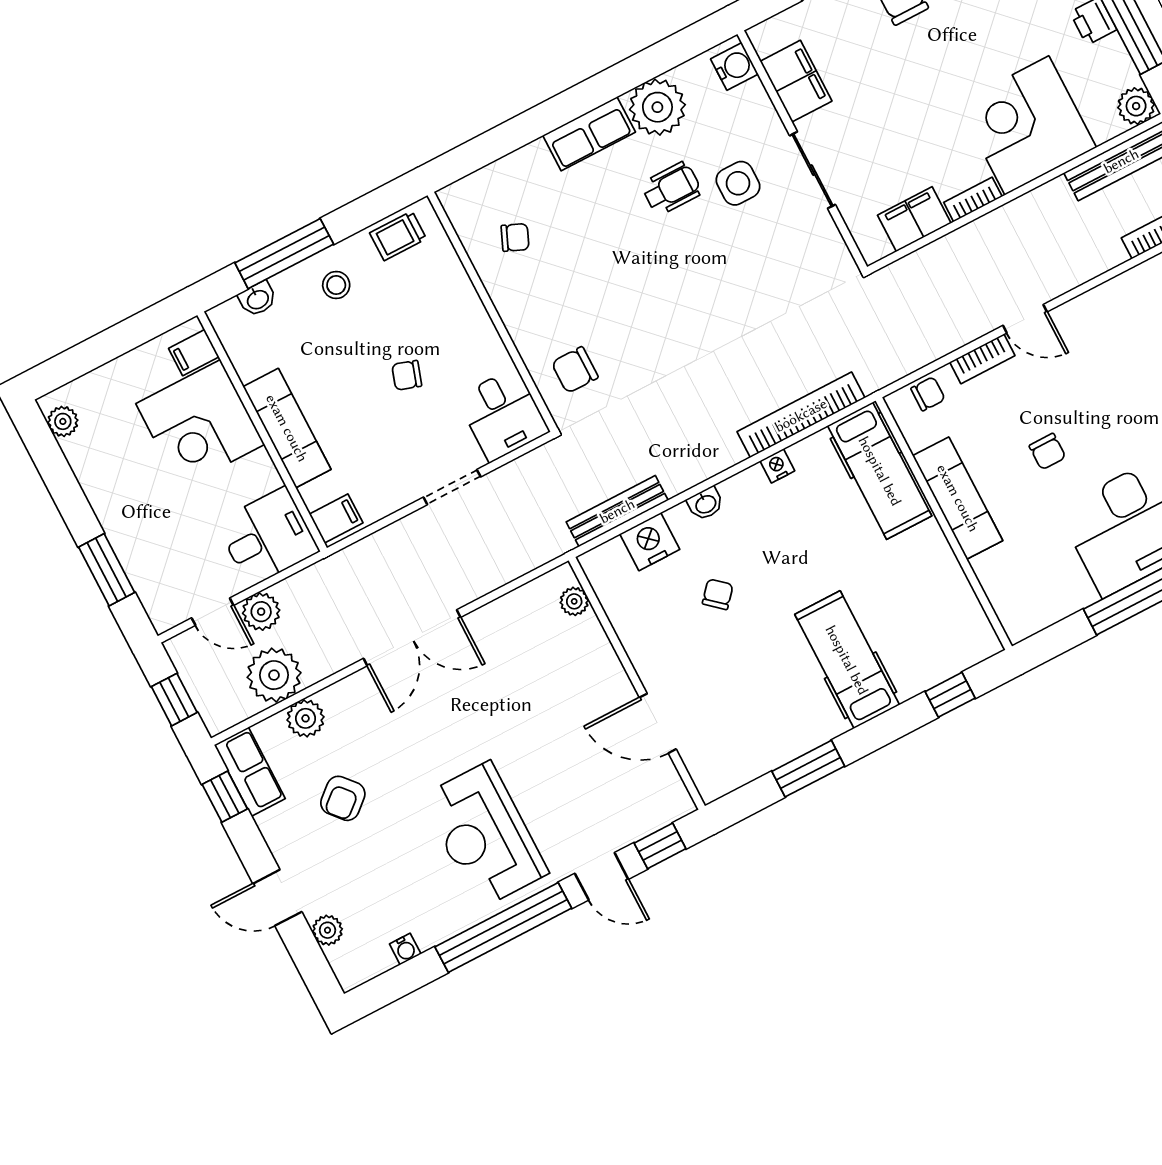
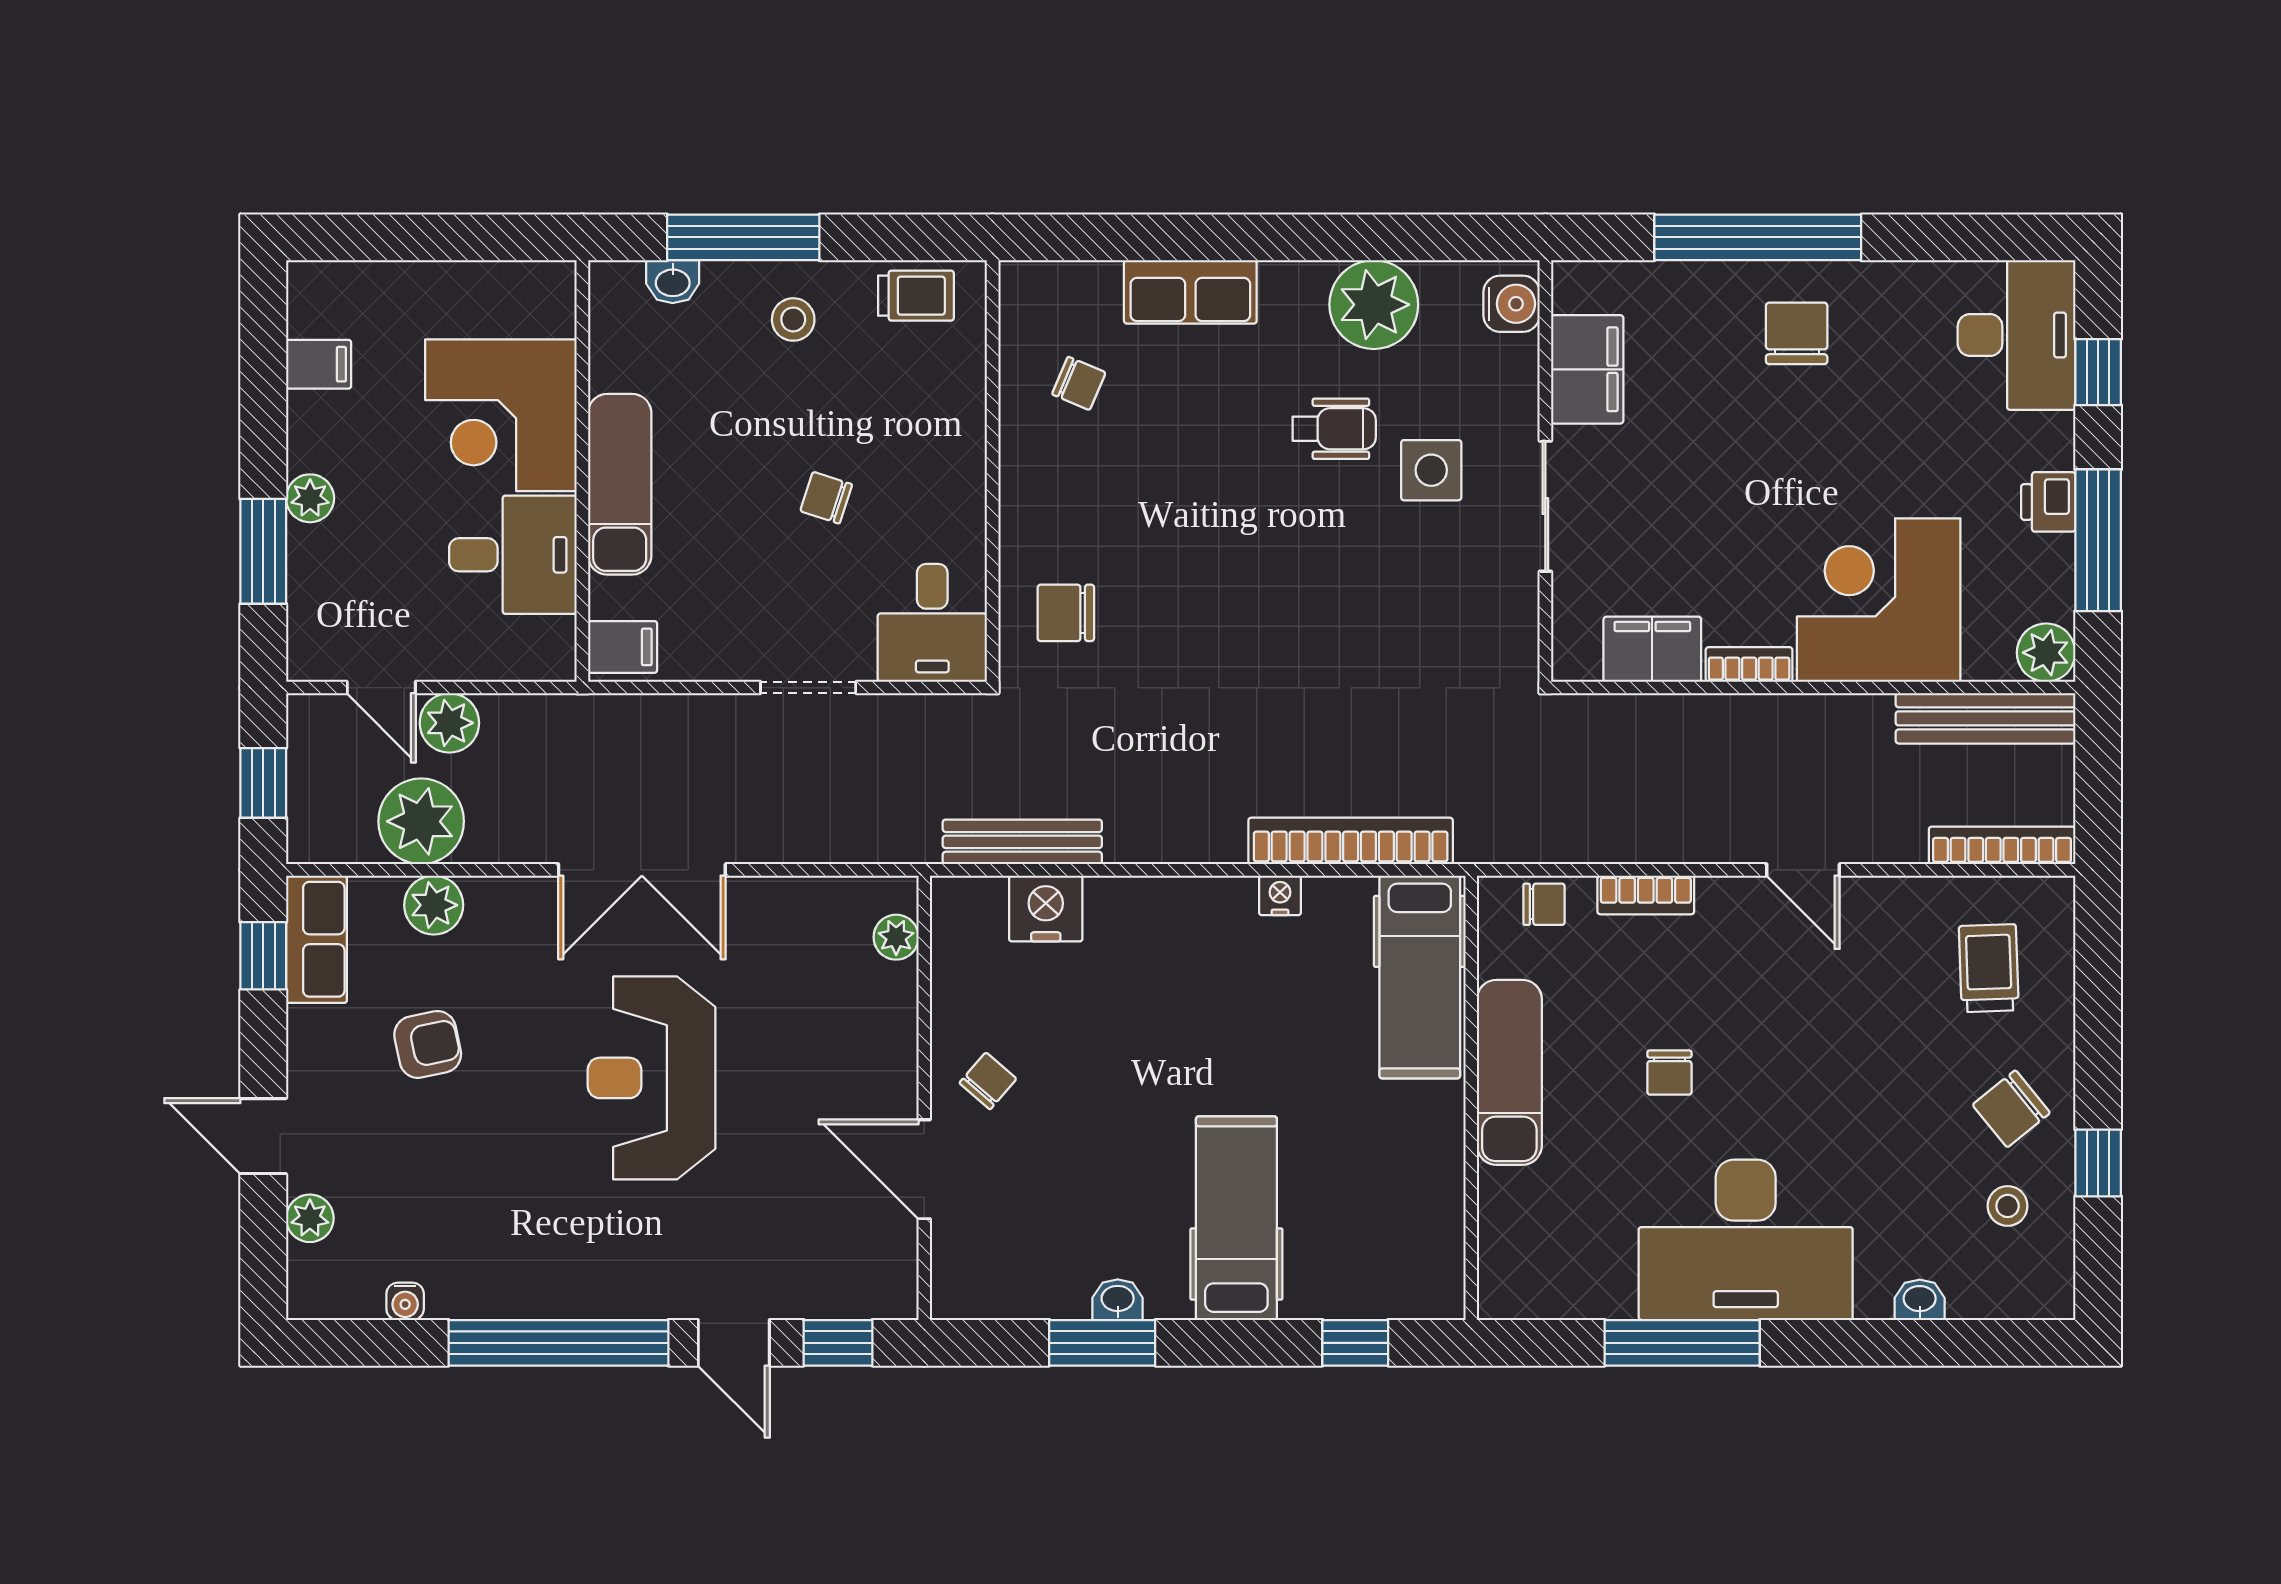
row of seats: (589, 134) -> (1190, 292), moved
trolley: (398, 236) -> (916, 296), turned 180
door: (1025, 319) -> (1803, 870), moved
filing cabinet: (194, 353) -> (319, 364), moved, turned 180
plant: (63, 421) -> (310, 498), moved
washbasin: (705, 504) -> (1118, 1300), moved, turned 180
desk: (267, 537) -> (513, 555), moved
chair: (718, 594) -> (988, 1081), moved
armchair: (343, 798) -> (428, 1044), turned -151
reception desk: (484, 835) -> (652, 1078), moved

